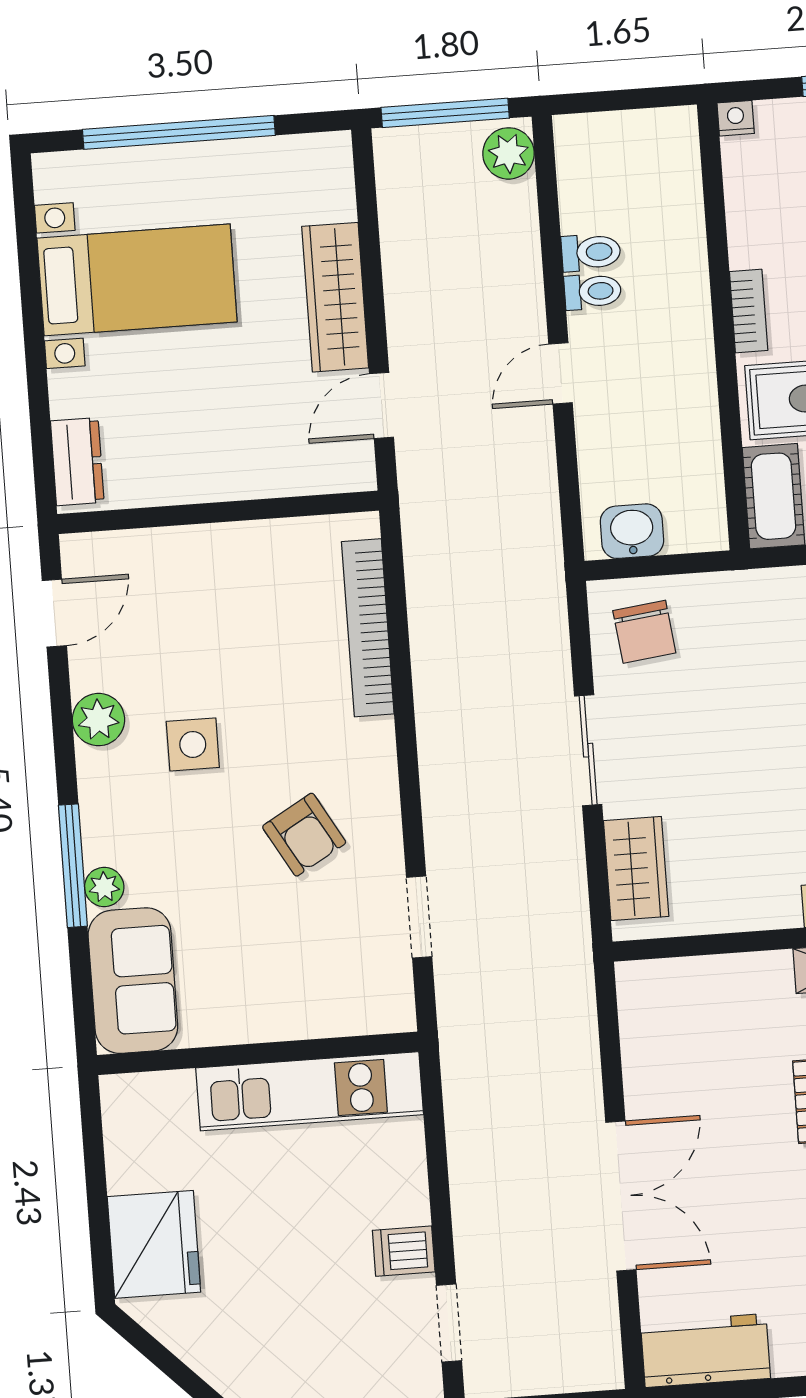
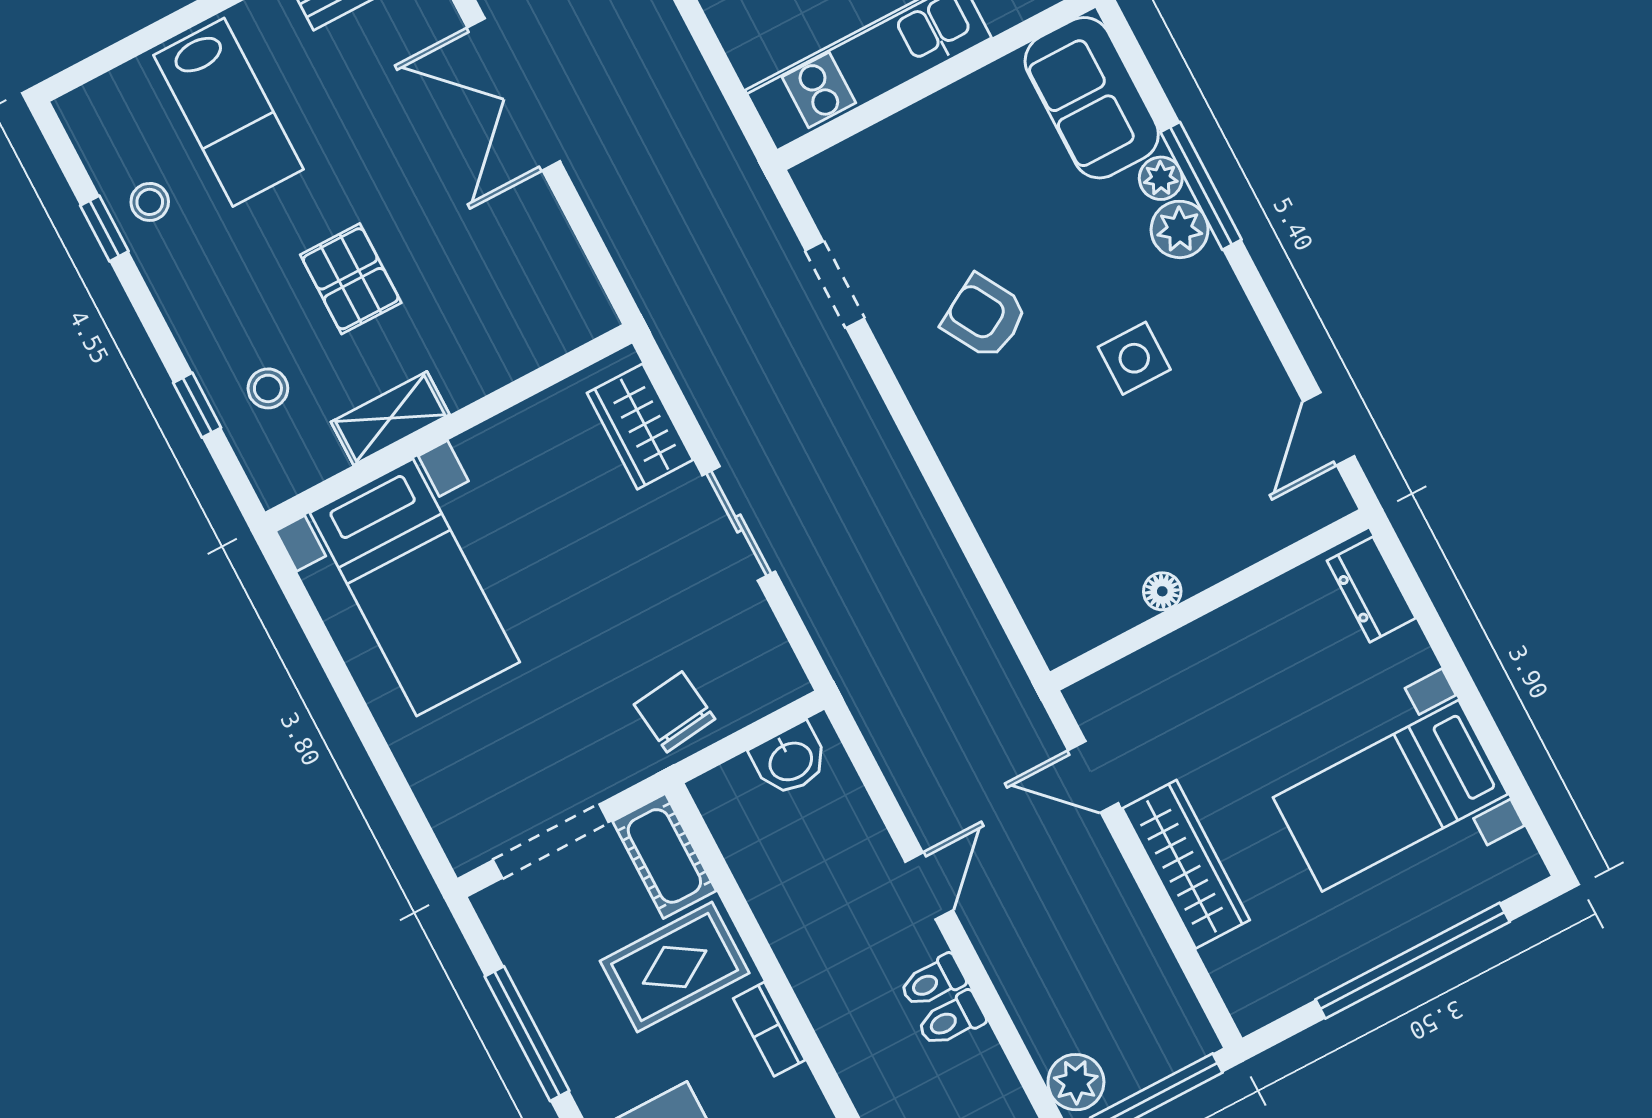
door: (382, 405) -> (1093, 777), swing flipped
floor lamp: (255, 537) -> (1162, 591), added
bookcase: (368, 628) -> (1011, 550), removed
chair: (644, 632) -> (675, 712), moved
plant: (98, 720) -> (1180, 229), moved

